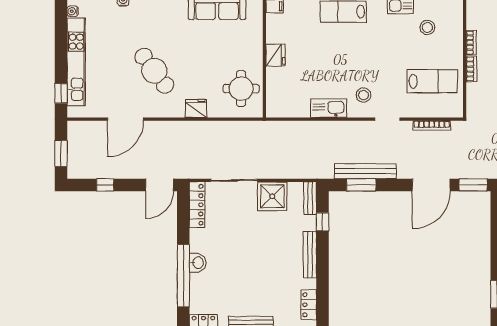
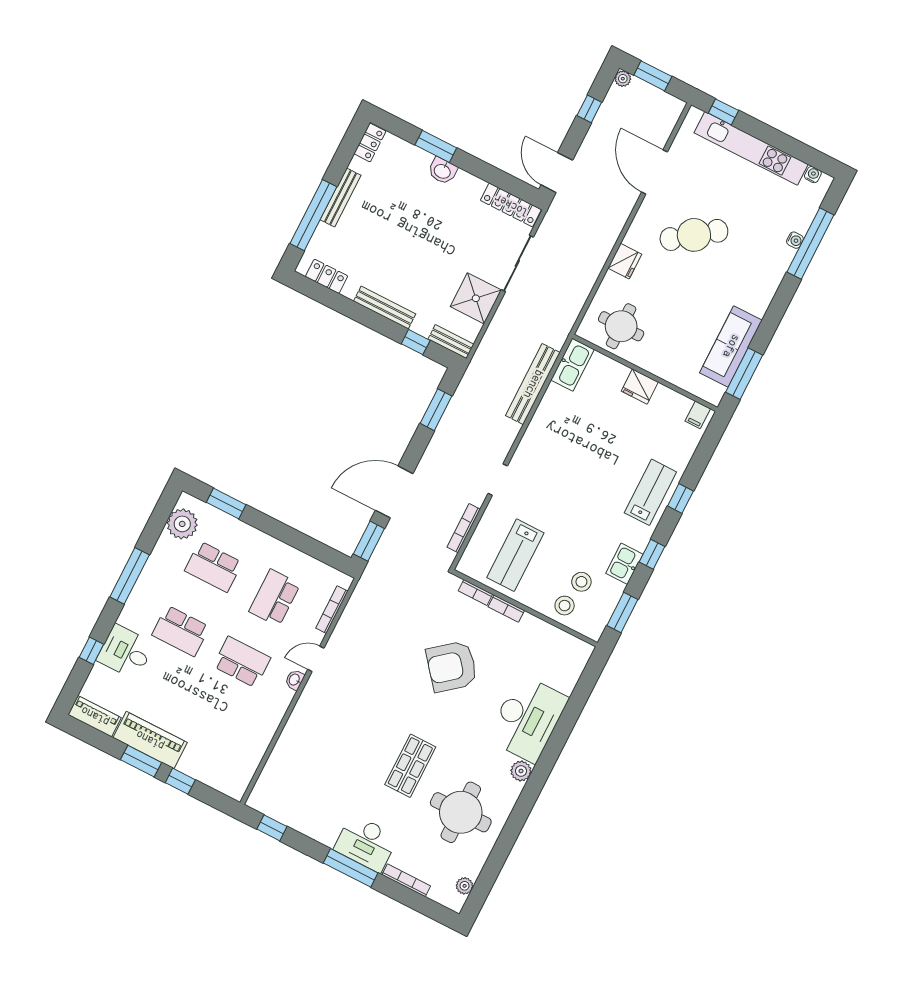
bookcase: (471, 43) -> (475, 592), moved
stool: (363, 95) -> (565, 606), moved
kitchen sink: (329, 108) -> (572, 365), moved
bench: (365, 171) -> (533, 384), moved
plant: (73, 173) -> (623, 79), added
door: (431, 185) -> (394, 492), hinge flipped
window: (183, 276) -> (436, 146), width x0.47

